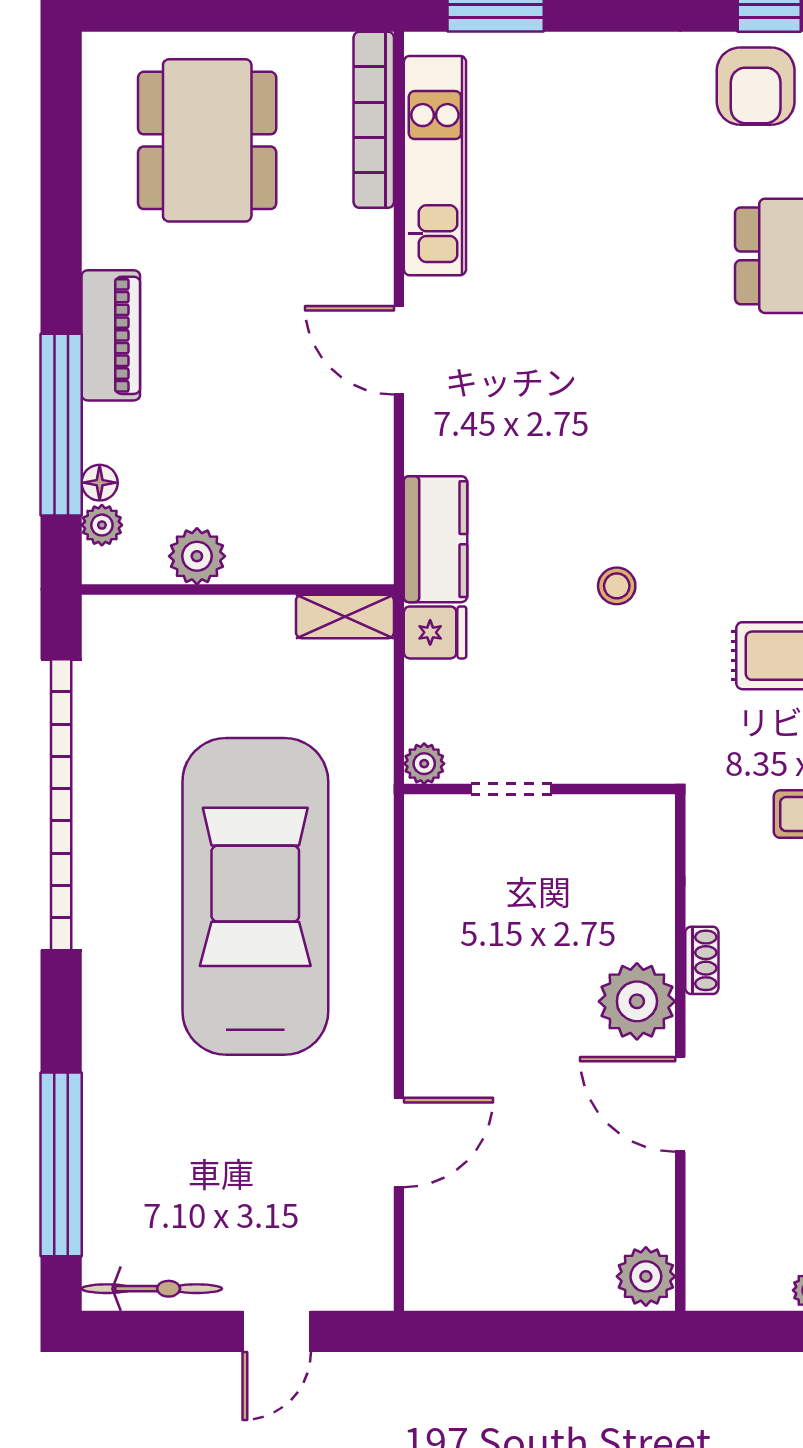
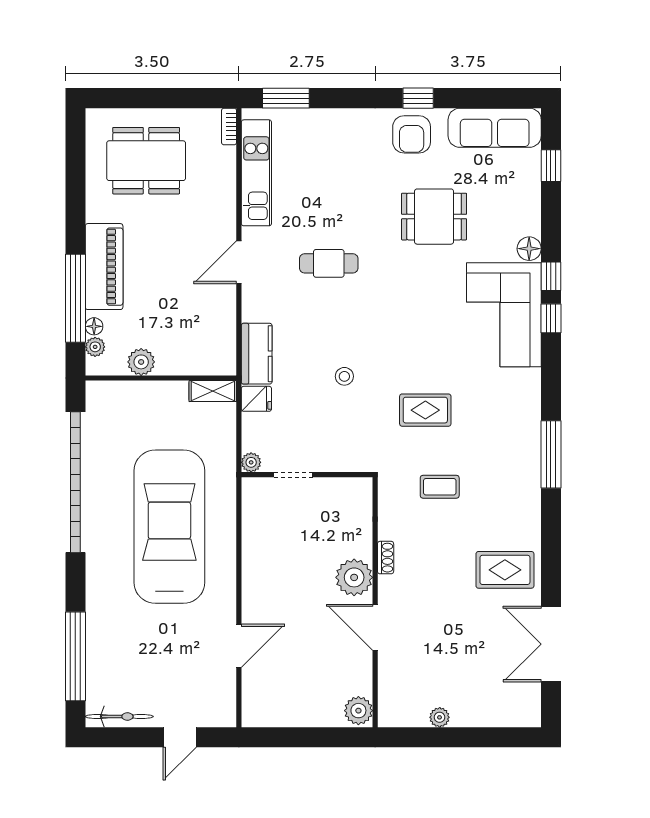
bookcase: (374, 120) -> (229, 126), width x0.43, depth x0.76
dining table: (207, 140) -> (146, 161), turned 90
piano: (111, 335) -> (104, 267), width x1.37, depth x1.33
door: (399, 350) -> (239, 262), hinge flipped
cafe table: (584, 353) -> (329, 263), added

